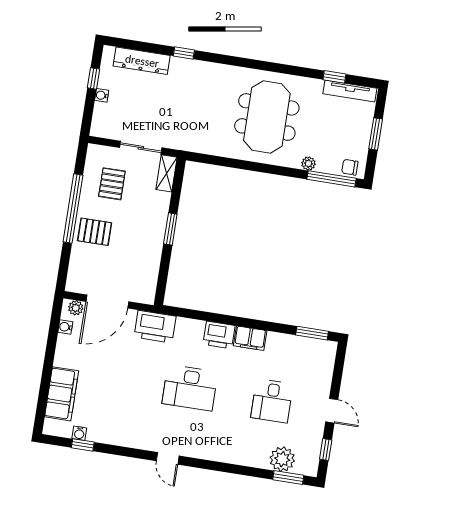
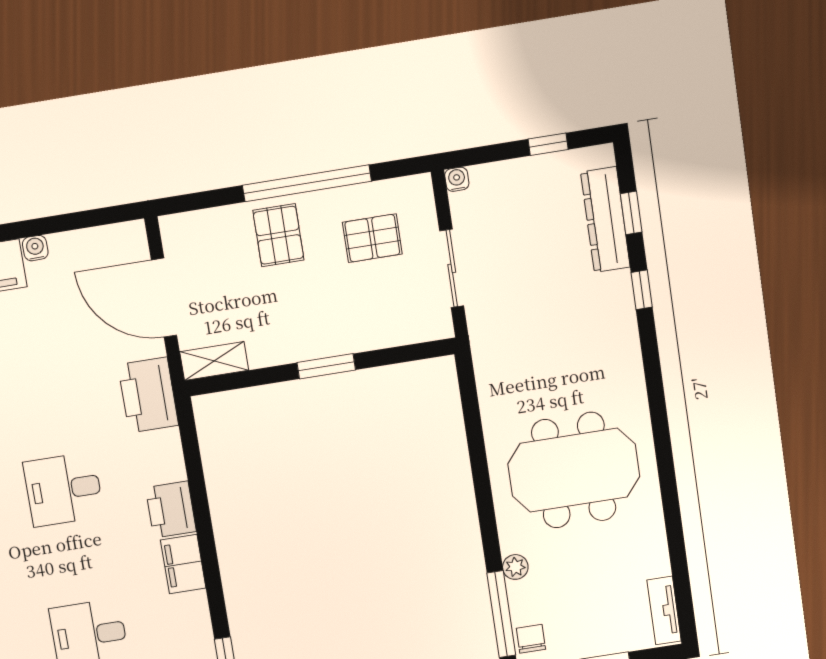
window: (334, 77) -> (631, 213), moved
tv unit: (350, 91) -> (664, 610), width x0.71
water cooler: (102, 95) -> (457, 179), moved
shelving: (166, 173) -> (214, 361), moved
plant: (76, 308) -> (135, 246), removed
water cooler: (65, 327) -> (35, 248), moved
desk: (190, 388) -> (64, 489), width x0.73

